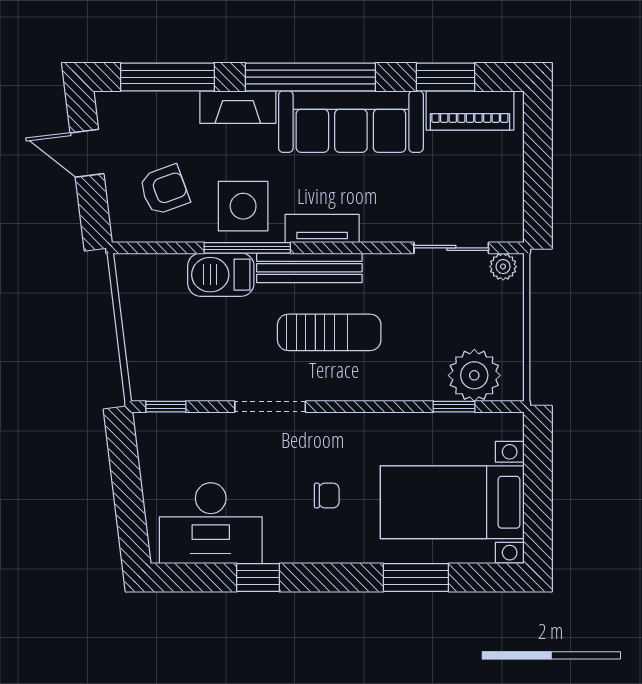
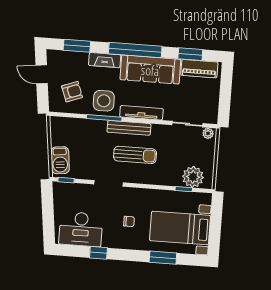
window: (167, 77) -> (77, 46), width x0.69
tv unit: (322, 229) -> (141, 113), width x1.41
barbecue: (221, 275) -> (60, 160), moved, turned -97

